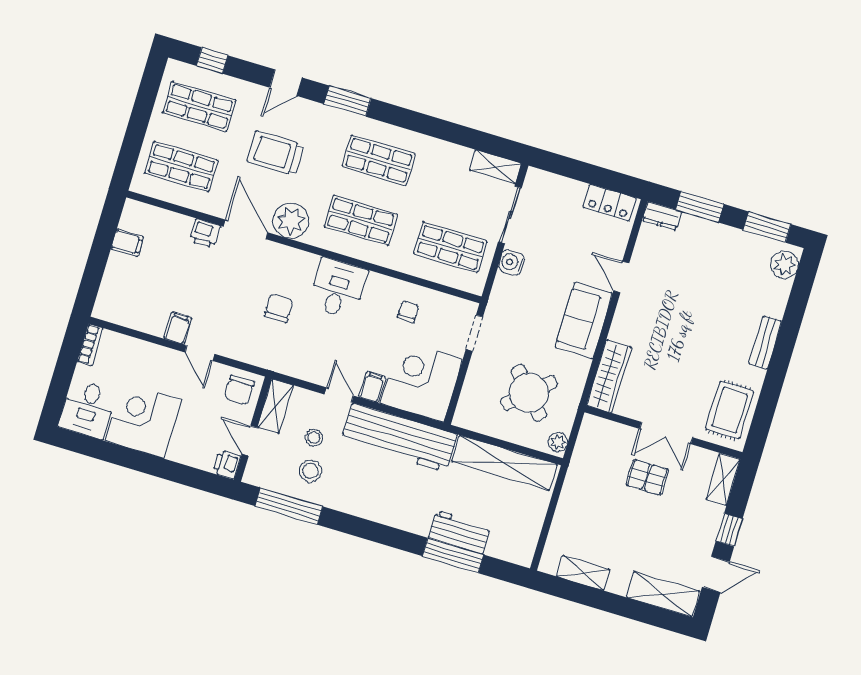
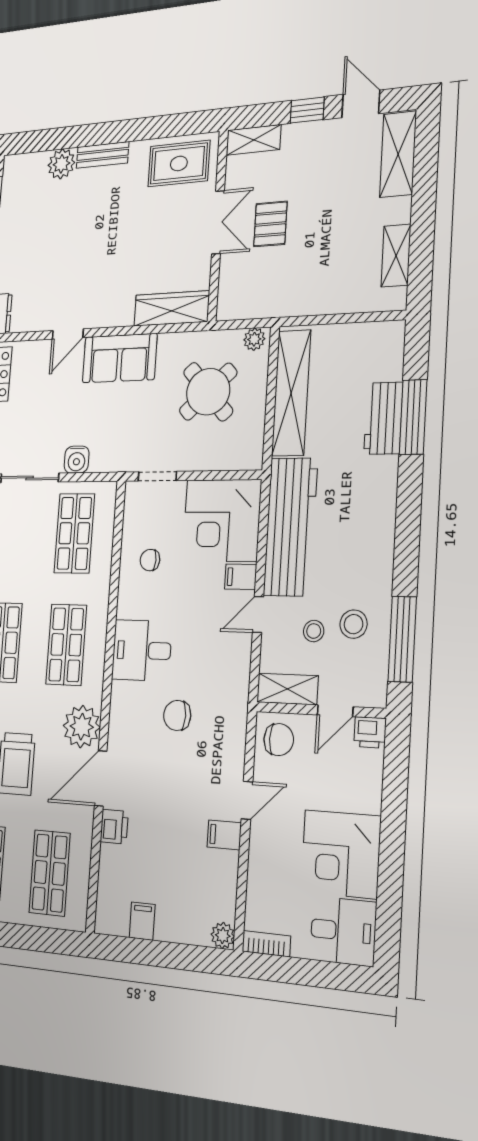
plant: (784, 265) -> (61, 164), moved
plant: (103, 310) -> (223, 936), added

